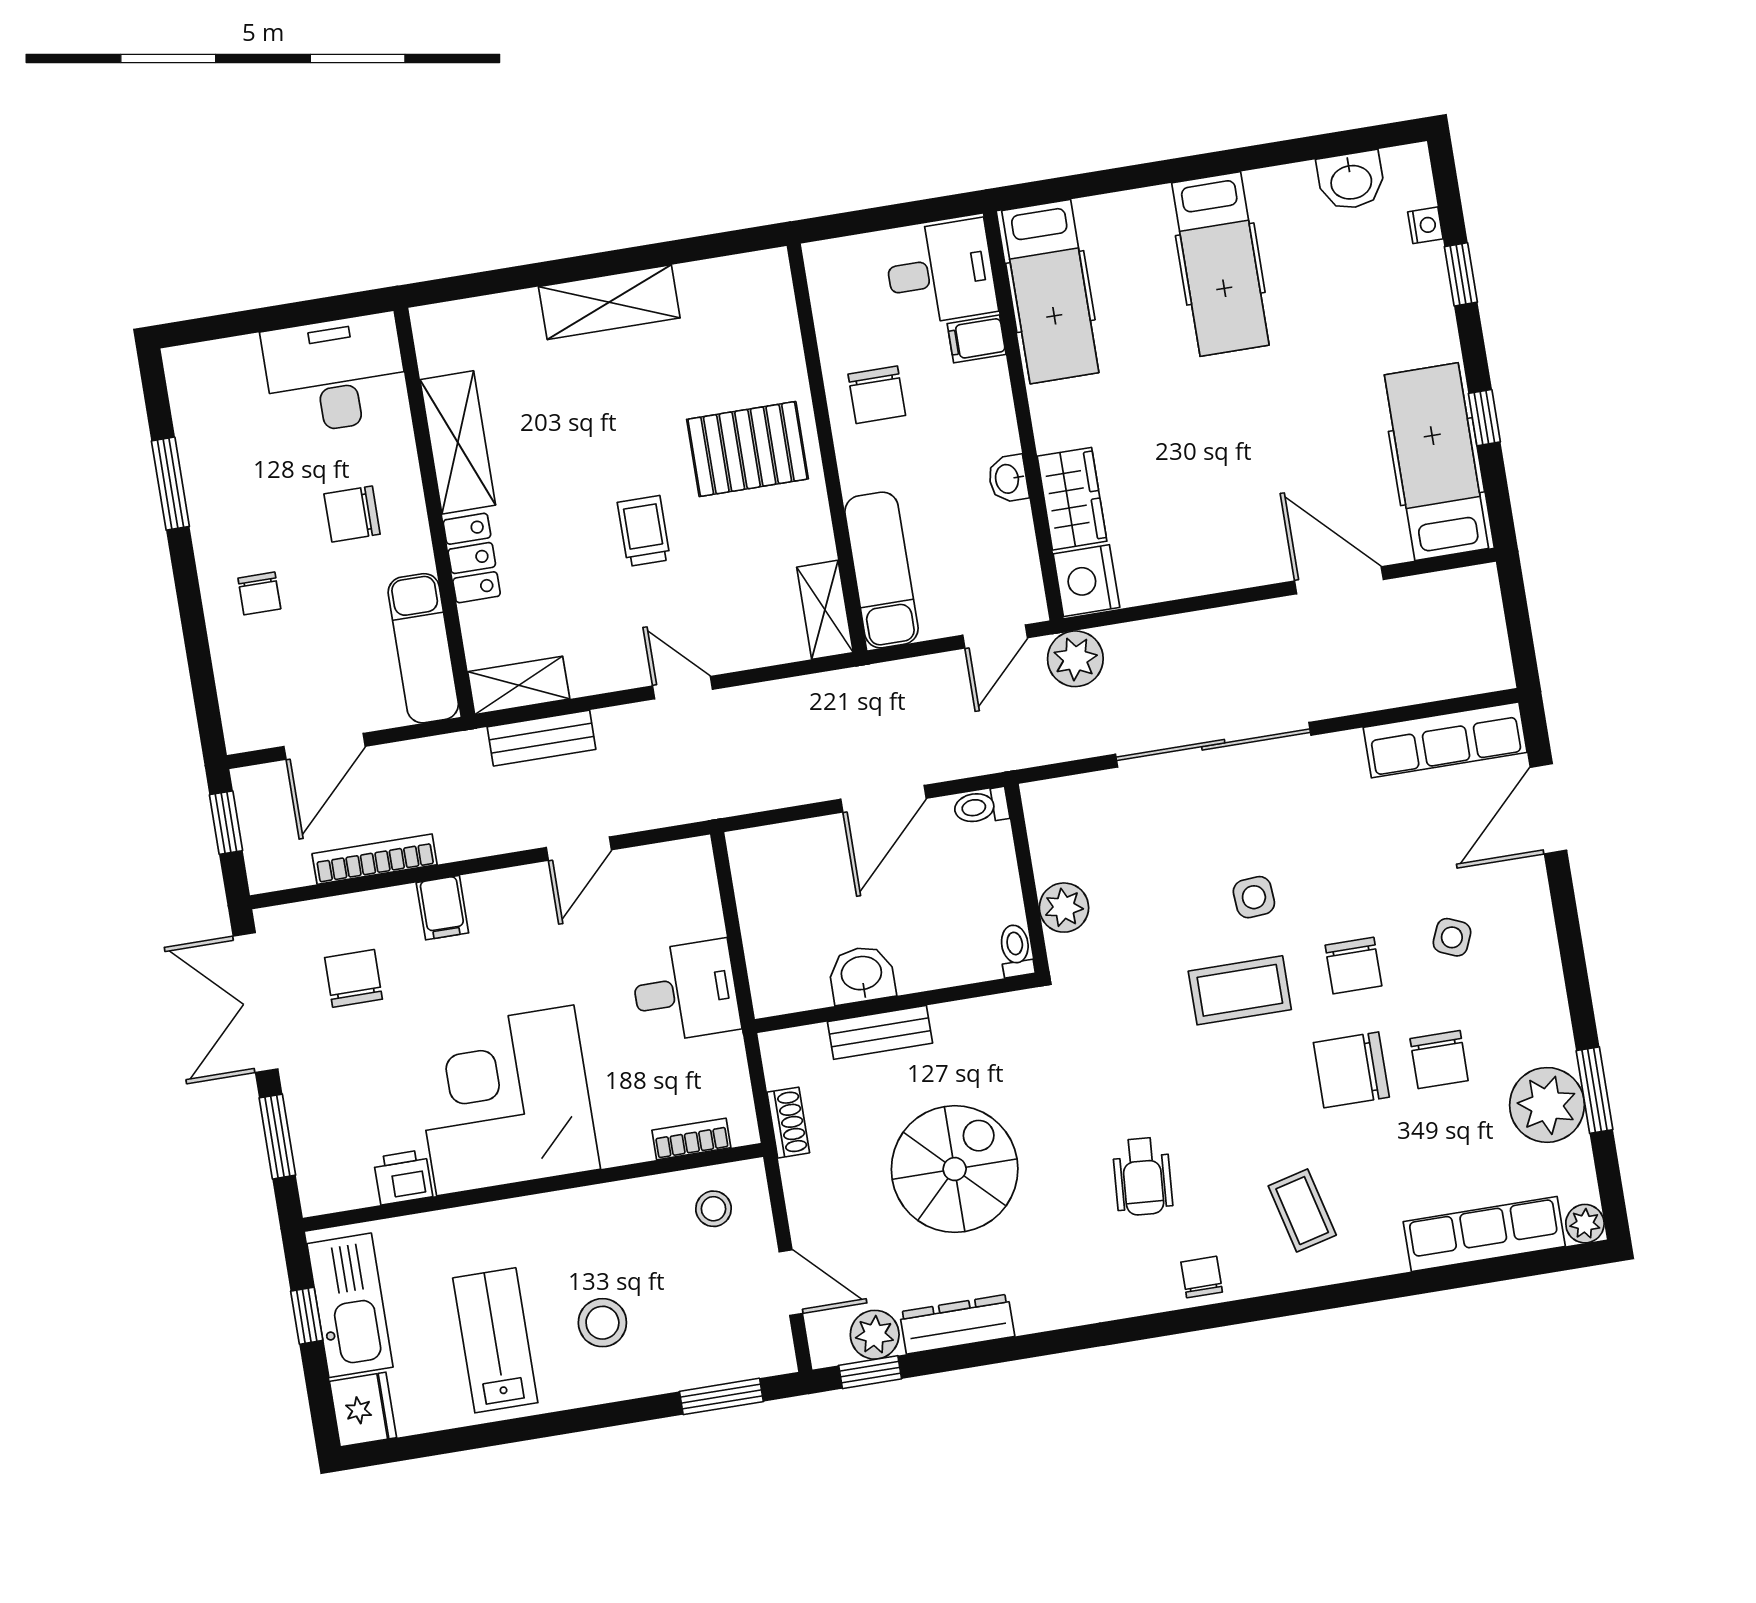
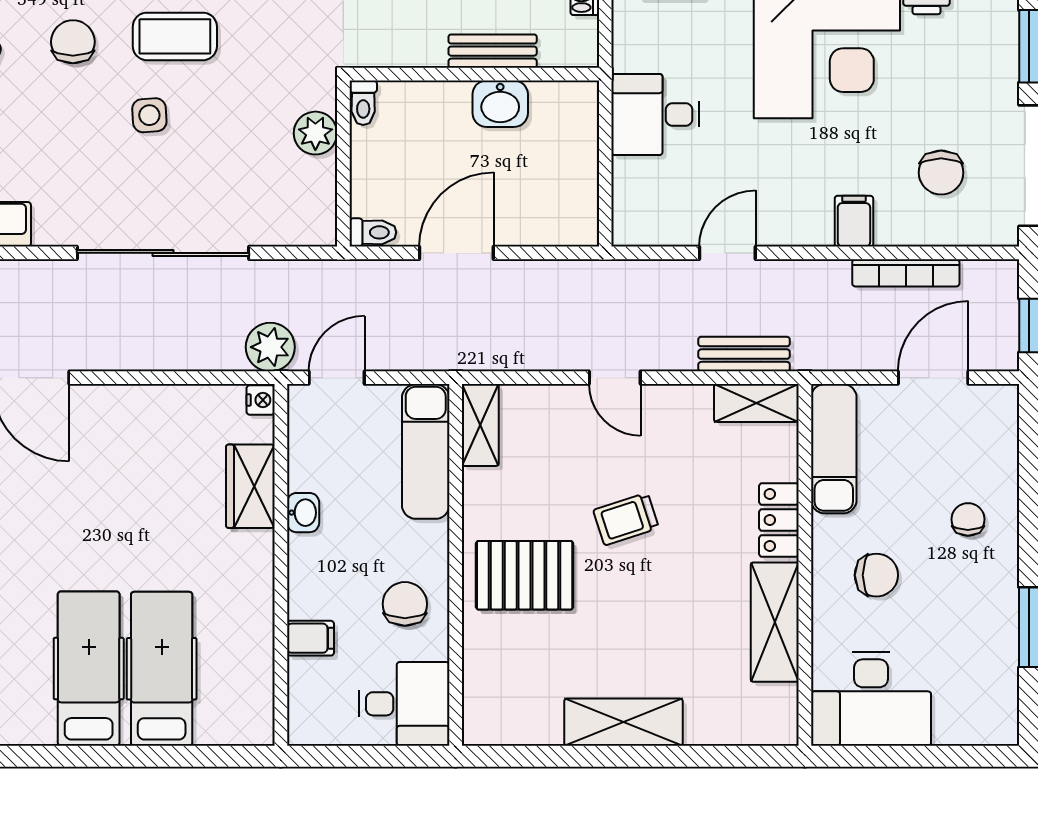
desk: (940, 272) -> (404, 704), moved, turned 180
hospital bed: (1050, 292) -> (162, 669), moved
trolley: (644, 531) -> (626, 519), turned 72
nightstand: (1086, 581) -> (261, 400), width x0.53, depth x0.56

